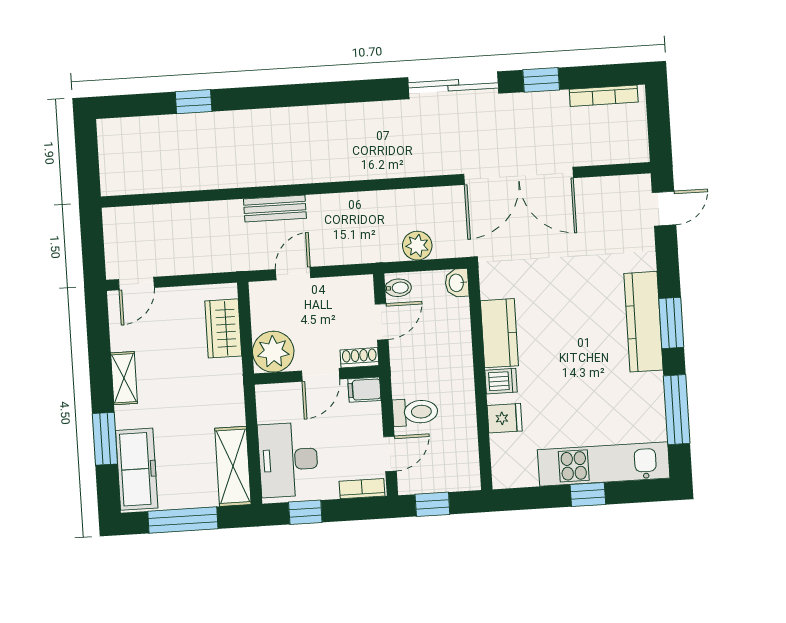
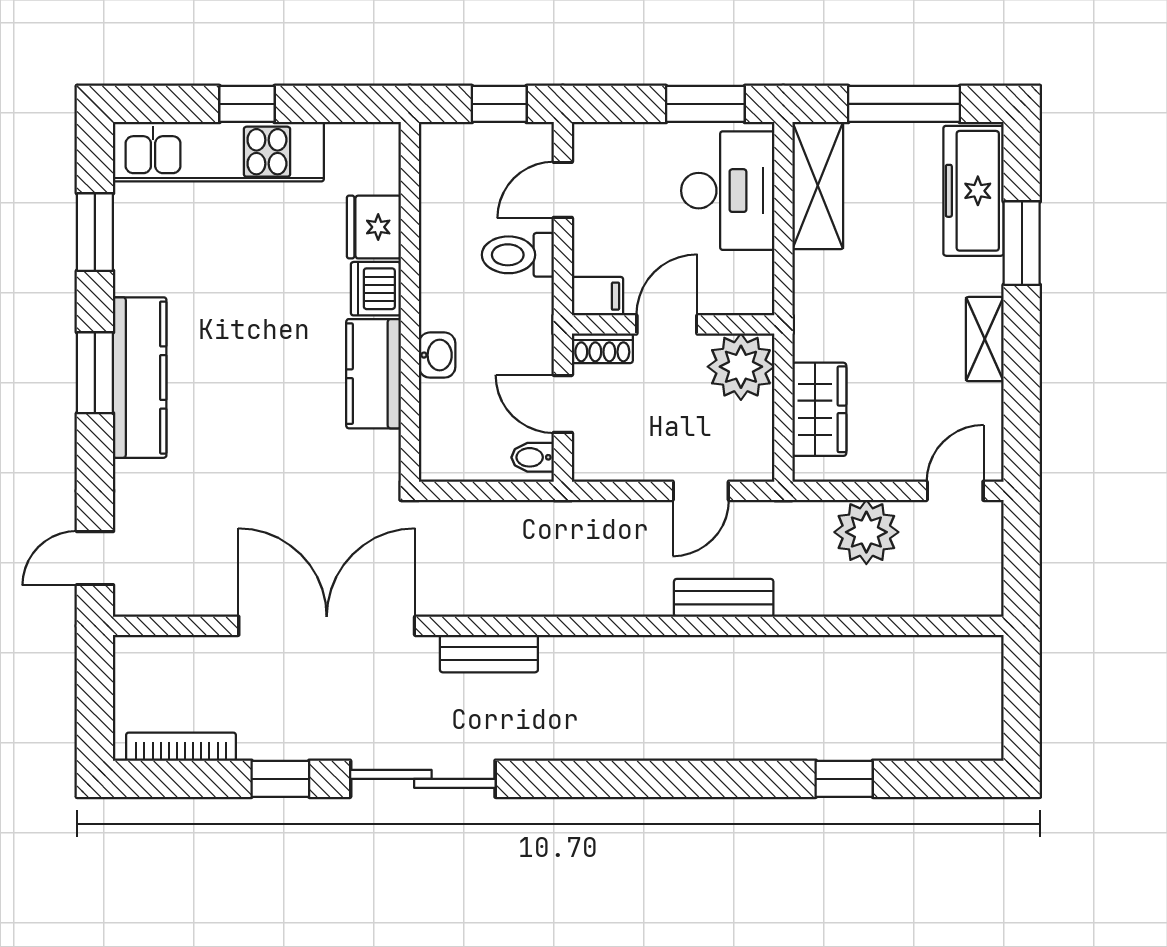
bench: (417, 165) -> (489, 654), added
plant: (417, 246) -> (866, 532), moved, width x1.36, depth x1.36
washbasin: (457, 283) -> (437, 355), moved
door: (382, 322) -> (563, 404), hinge flipped
dishwasher: (501, 381) -> (376, 289), width x1.38
window: (677, 410) -> (95, 232), width x0.69
fridge: (505, 418) -> (374, 227), width x1.38
bookcase: (362, 489) -> (611, 136), removed
window: (305, 512) -> (705, 104), width x1.50

